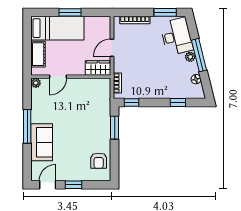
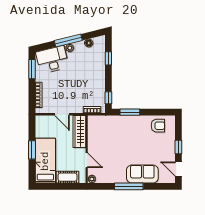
wardrobe: (98, 68) -> (79, 132), width x1.50

